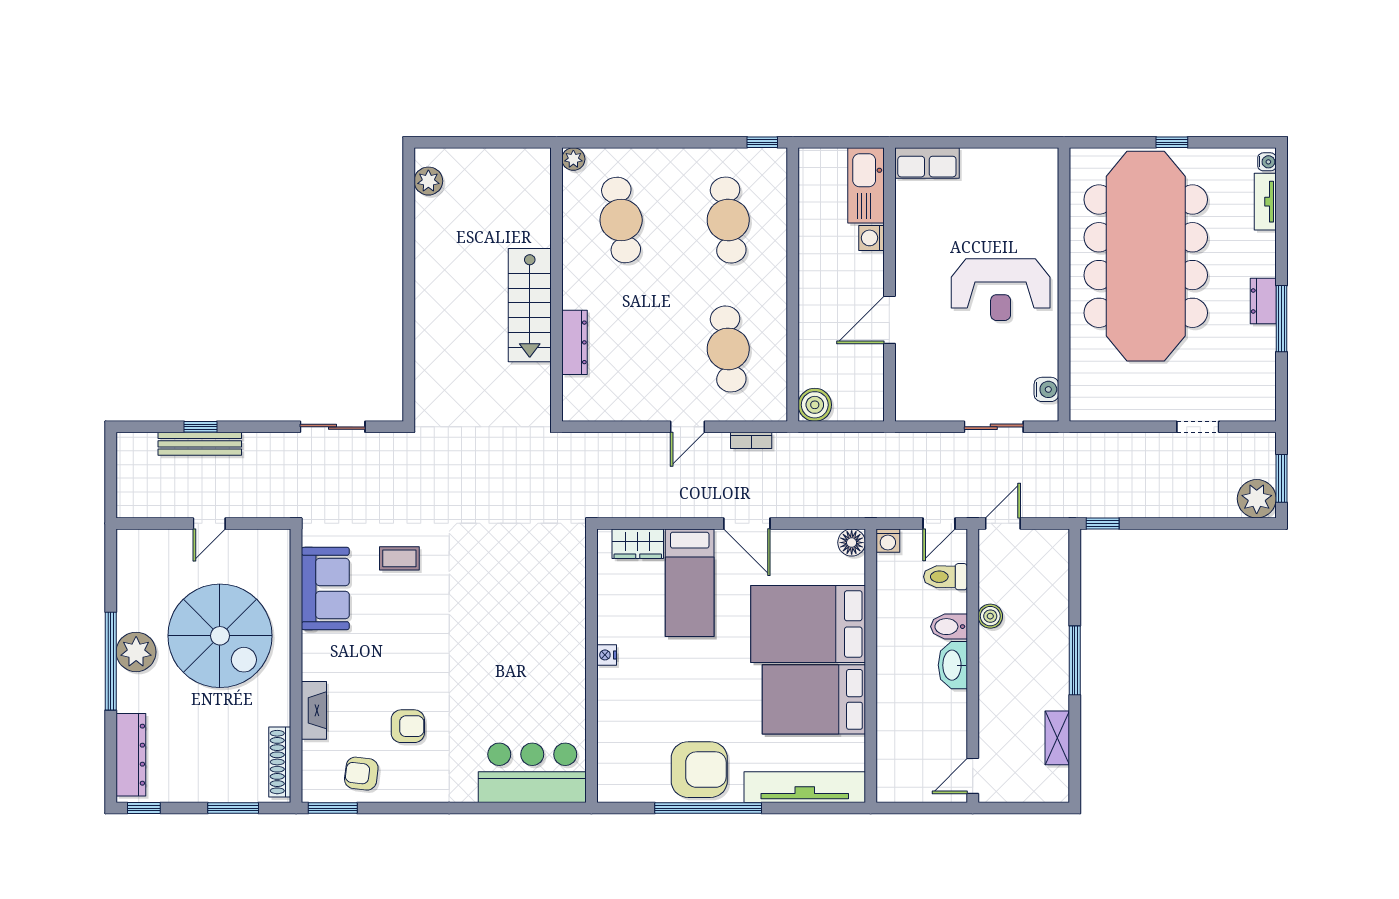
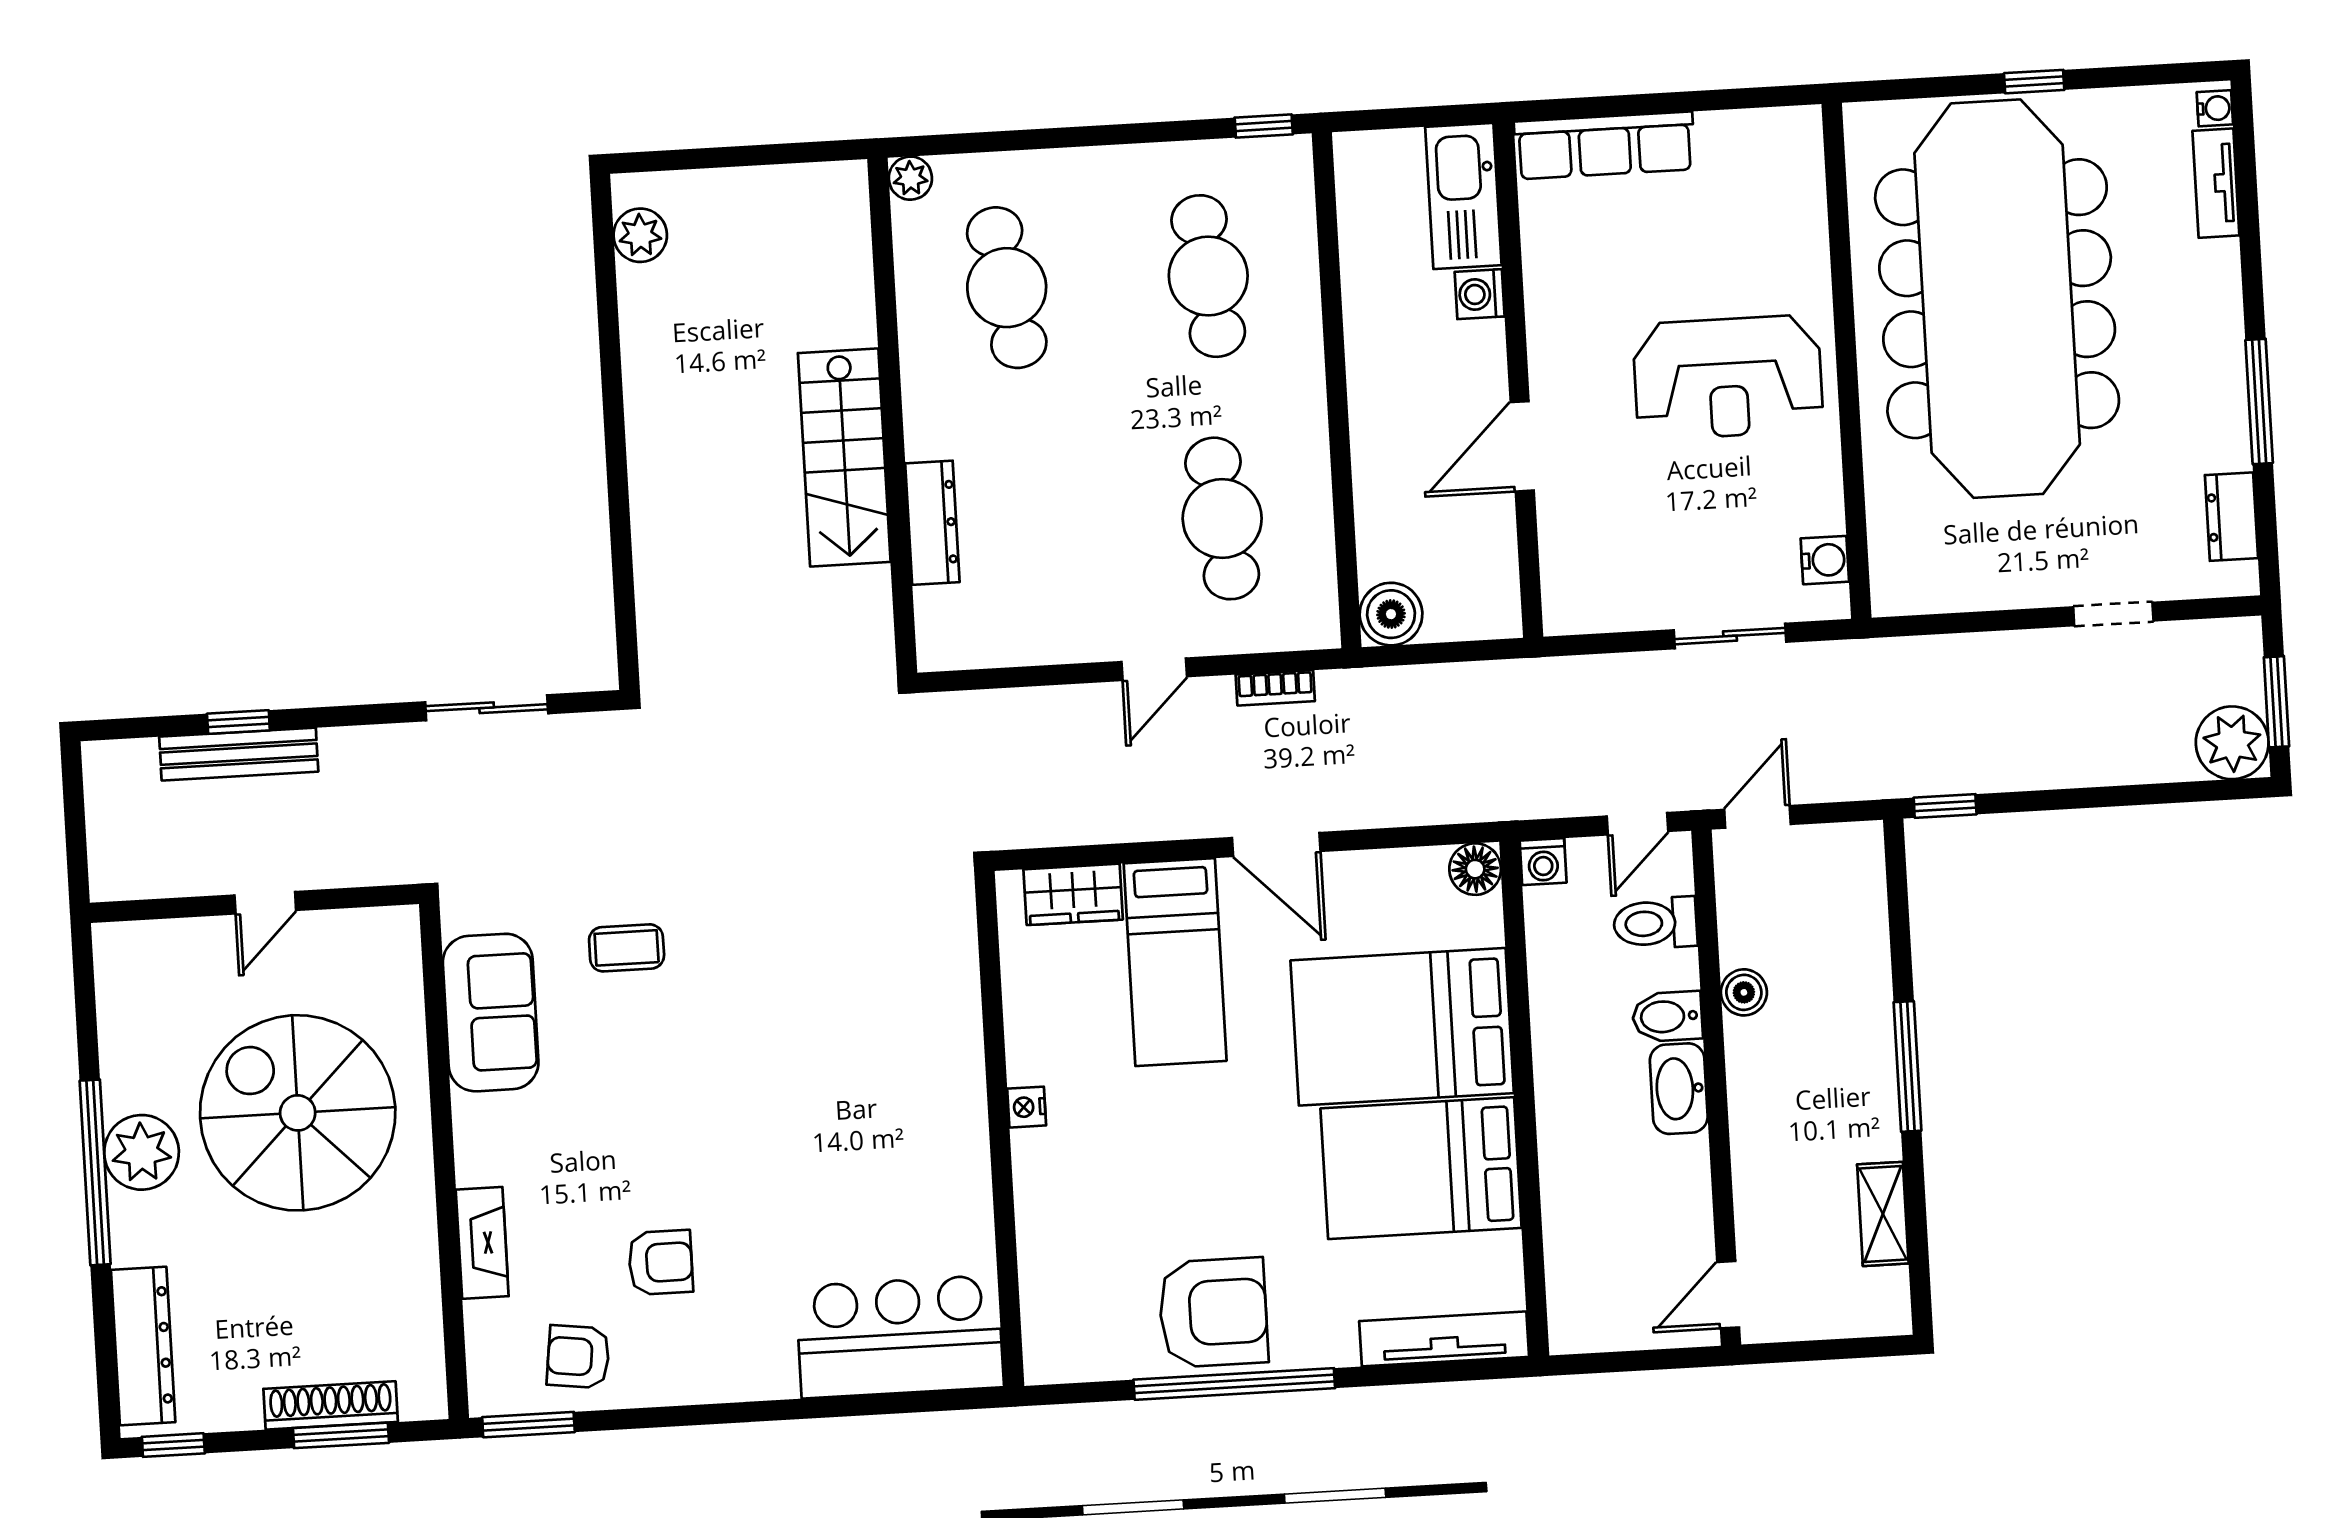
row of seats: (927, 163) -> (1604, 145), width x1.48
dresser: (1263, 301) -> (2231, 517), moved
spiral stairs: (220, 636) -> (298, 1113), turned 180
shoe rack: (280, 762) -> (331, 1405), moved, turned 90
tv unit: (805, 787) -> (1444, 1339), width x0.73, depth x0.78

